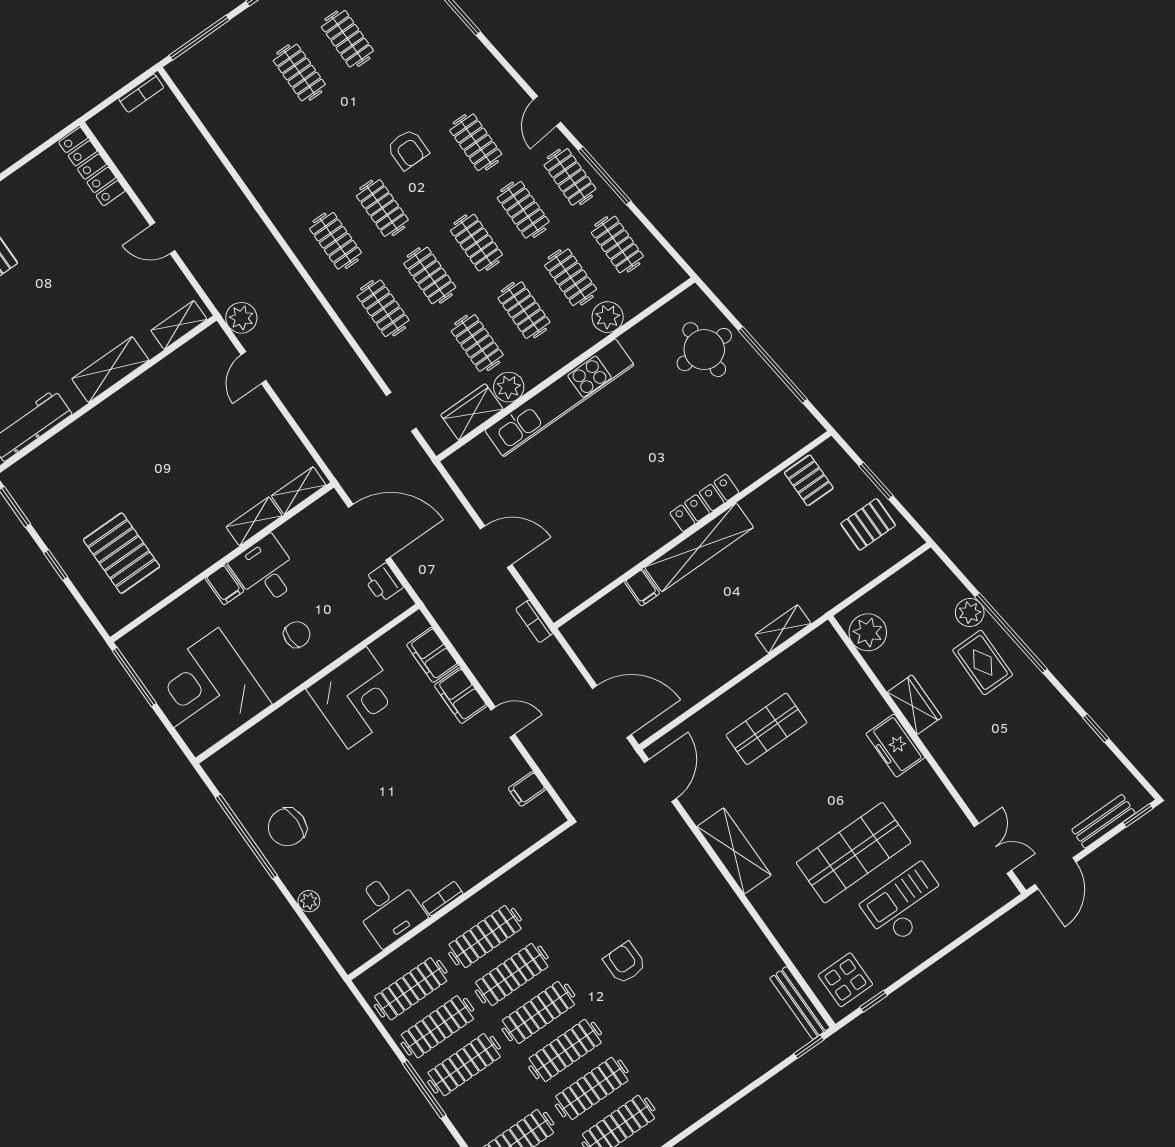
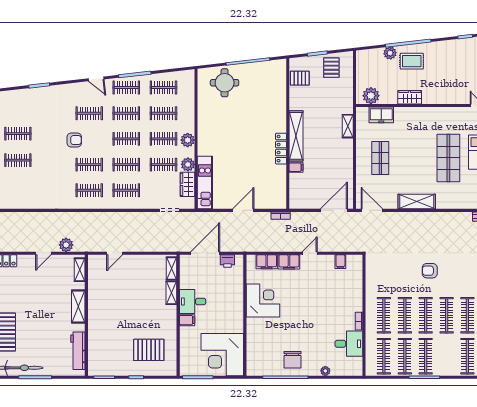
plant: (608, 317) -> (188, 140), moved
plant: (241, 318) -> (66, 245), moved
door: (254, 368) -> (115, 253), hinge flipped
kitchen unit: (559, 398) -> (205, 183), moved, width x0.73
locker: (704, 503) -> (281, 149), moved
chair: (297, 635) -> (224, 306), removed
freezer: (895, 746) -> (381, 115), moved

